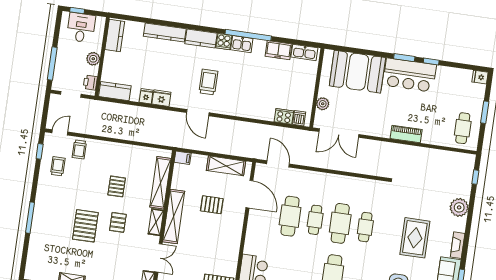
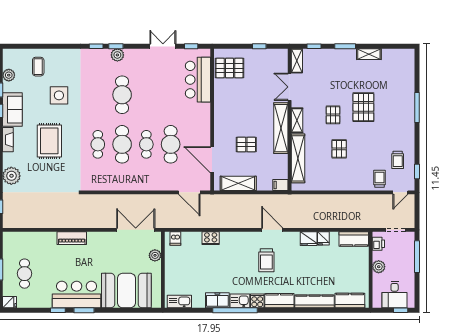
kitchen counter: (115, 36) -> (350, 301), moved, turned 90
freezer: (279, 50) -> (217, 300), moved
cooker: (284, 116) -> (211, 238), moved
cafe table: (463, 128) -> (25, 274), moved

